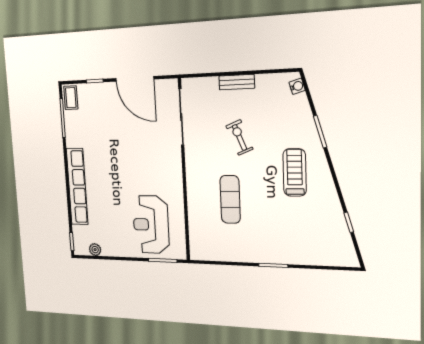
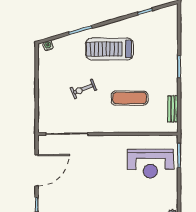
bench: (237, 82) -> (173, 109), moved
treadmill: (295, 173) -> (109, 49), width x1.37, depth x1.38

